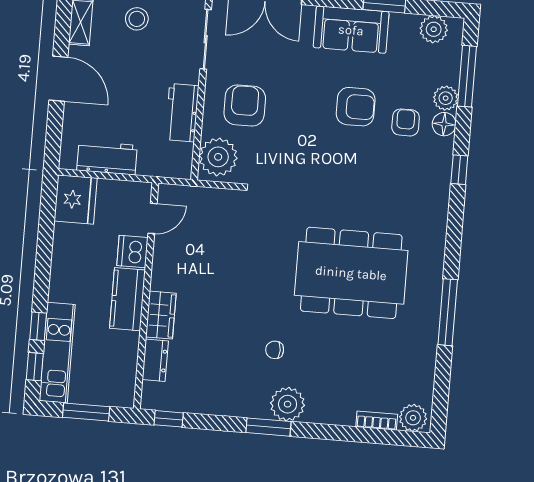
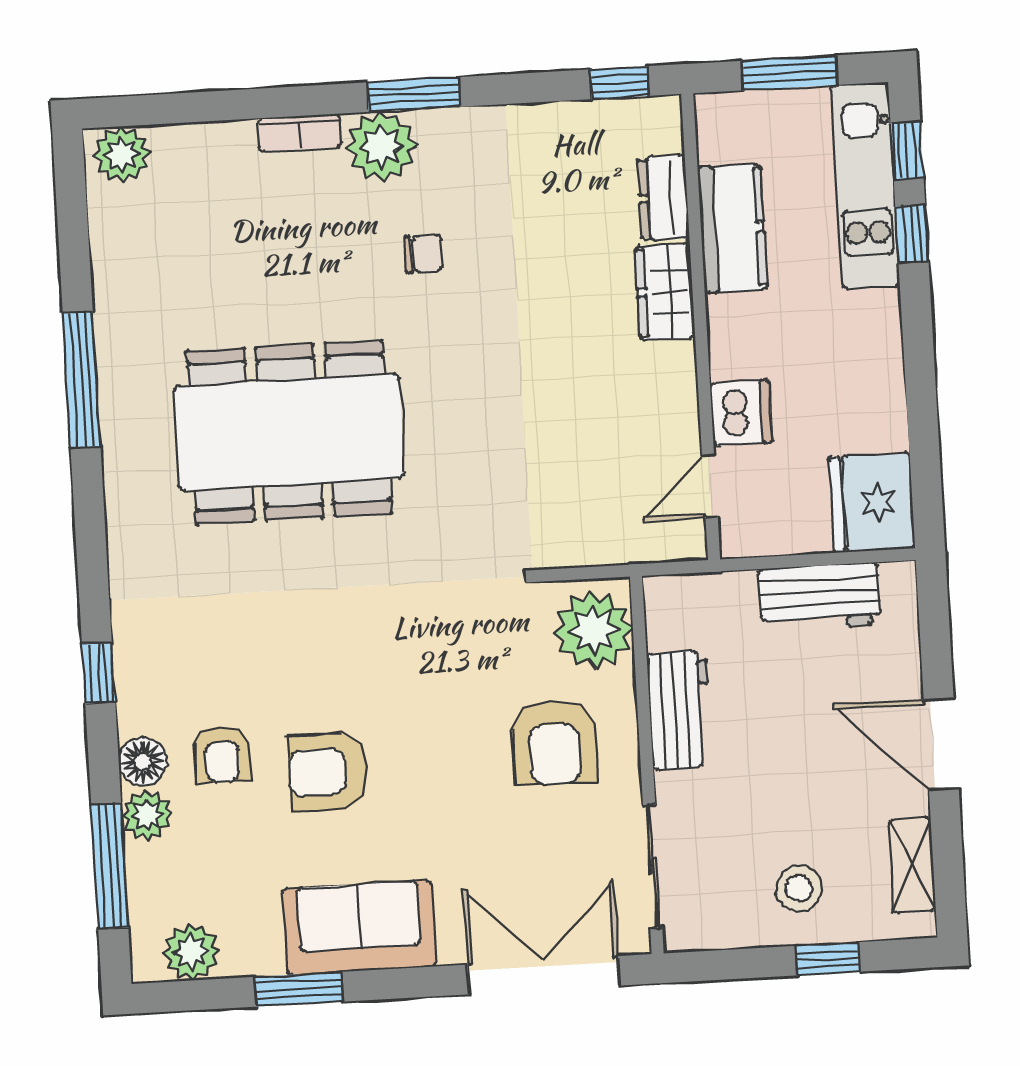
kitchen counter: (127, 299) -> (732, 228), moved
bookcase: (377, 421) -> (300, 133), moved

